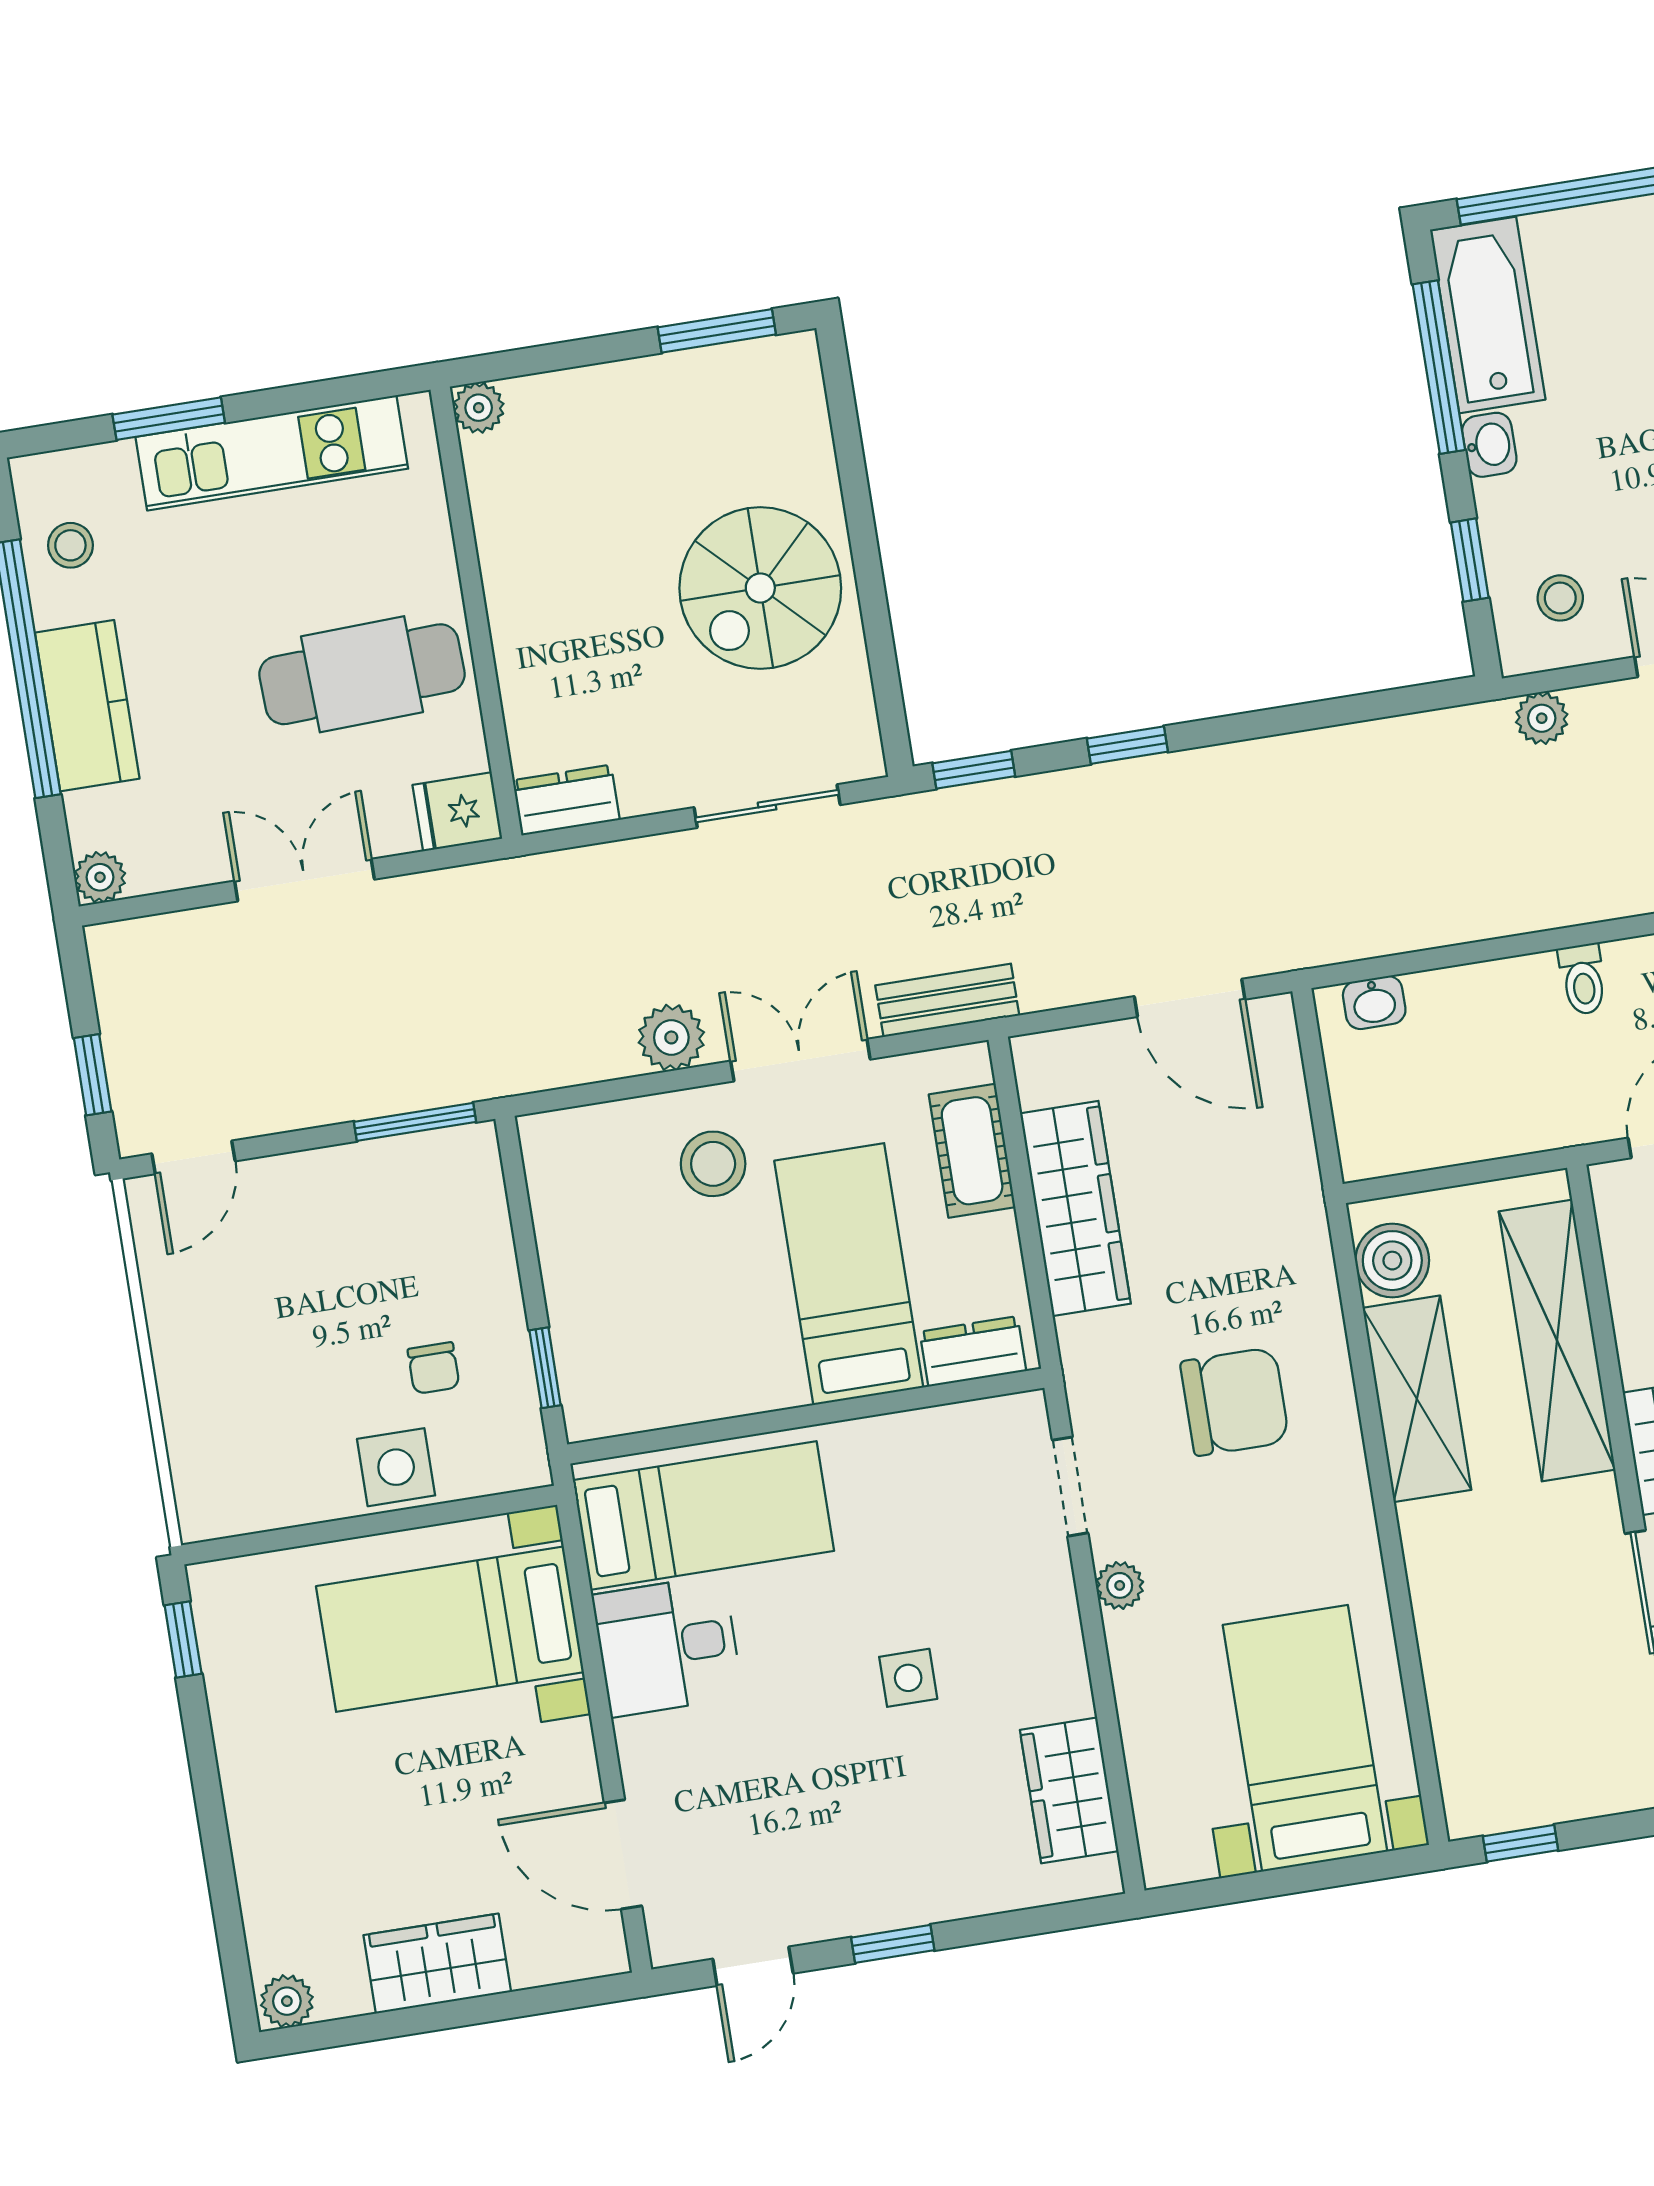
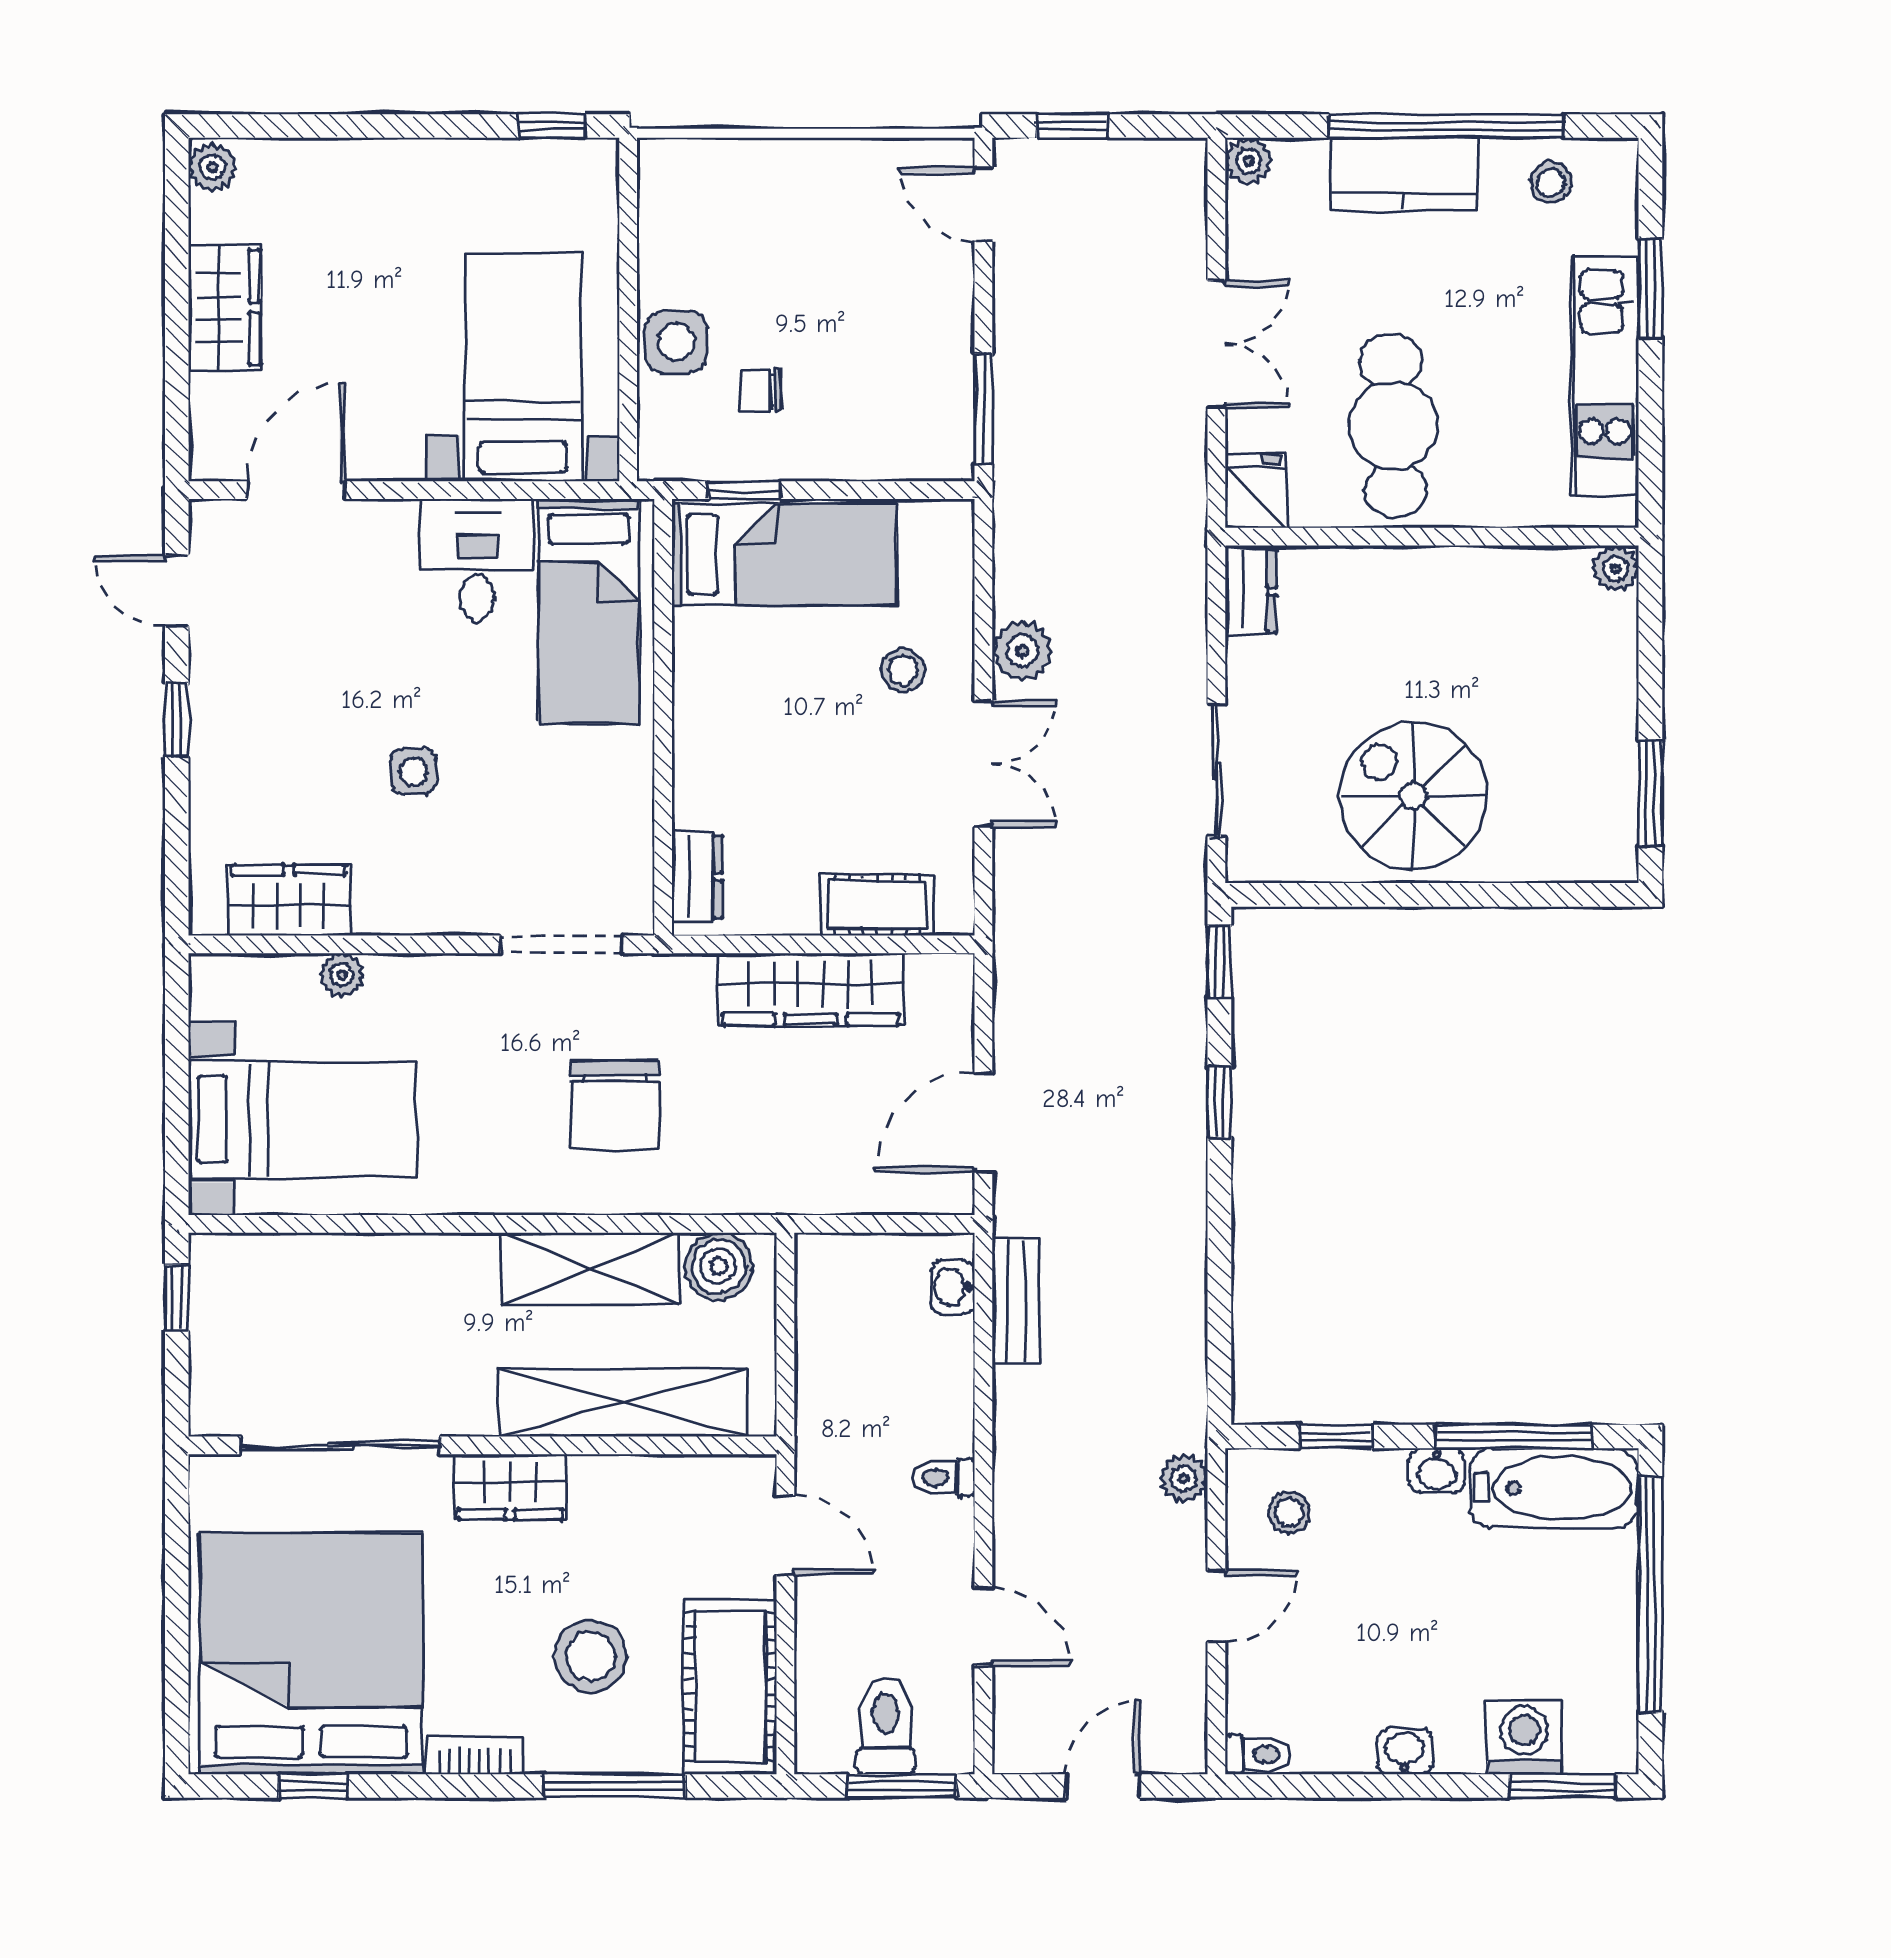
bench: (947, 1000) -> (1016, 1301), moved
stool: (713, 1164) -> (903, 670), width x0.73, depth x0.73
bed: (849, 1274) -> (784, 554), moved
doorway: (1070, 1487) -> (562, 944), width x1.38
plant: (1120, 1585) -> (342, 975), moved

